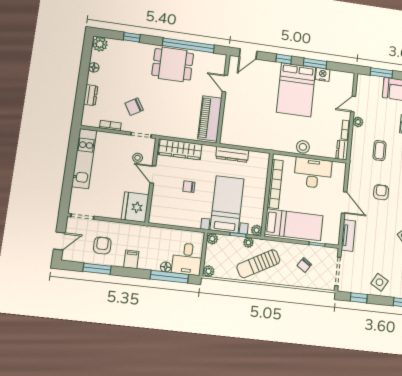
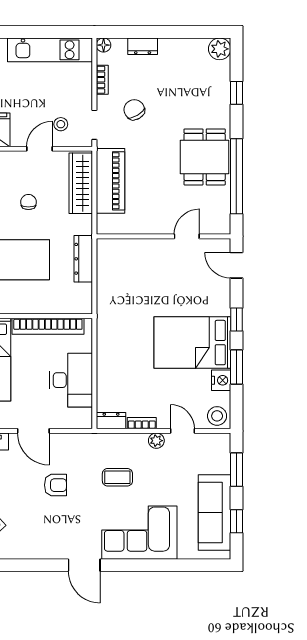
floor lamp: (94, 67) -> (104, 45), moved
piano: (210, 118) -> (110, 181), moved, turned 90
stool: (303, 147) -> (217, 416), moved
door: (344, 202) -> (33, 431), hinge flipped

